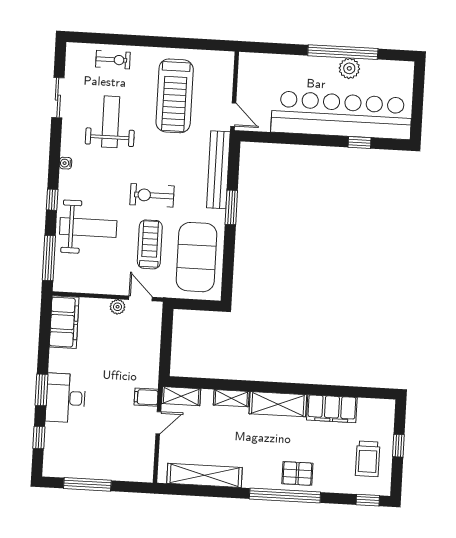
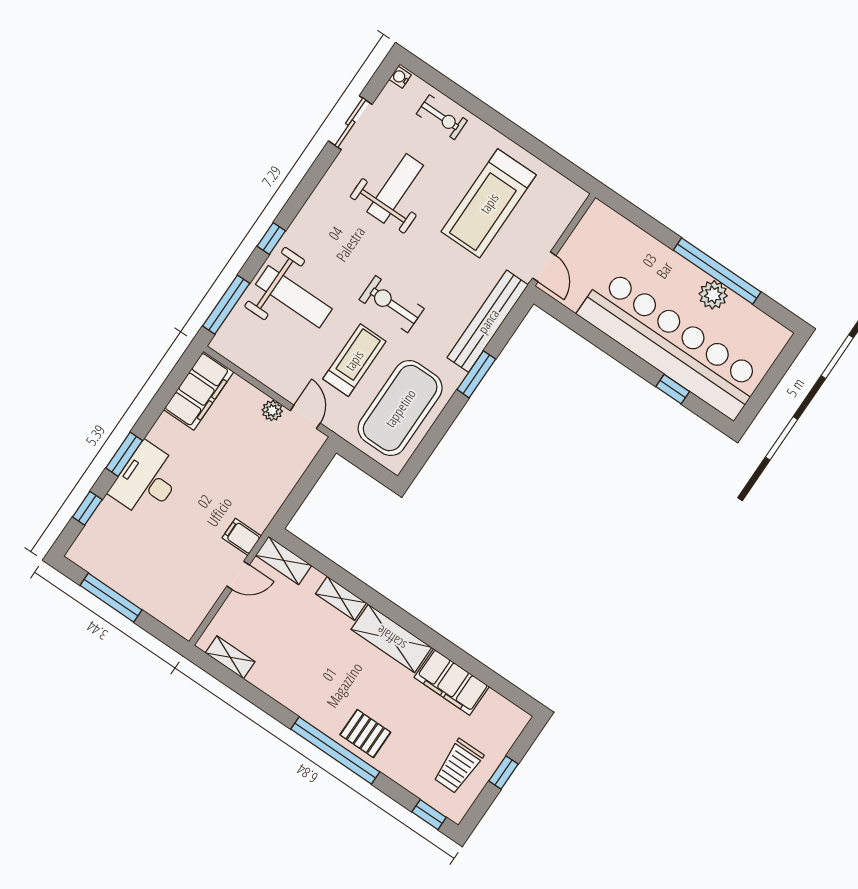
water cooler: (66, 163) -> (400, 77), moved
shelving: (205, 475) -> (230, 657), width x0.45, depth x0.75

